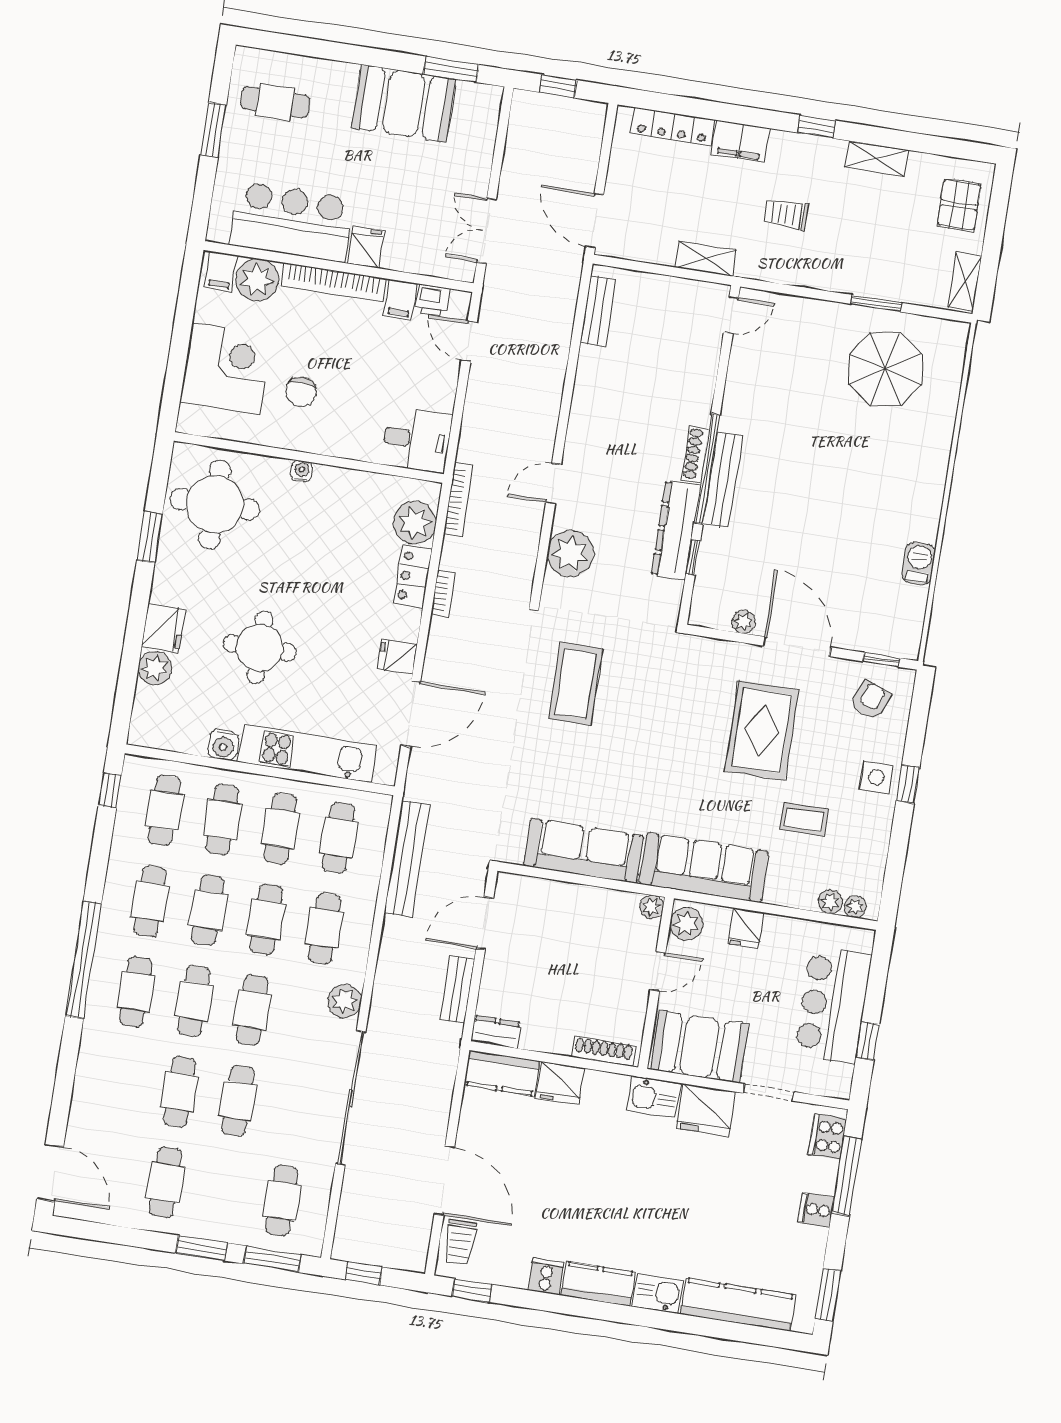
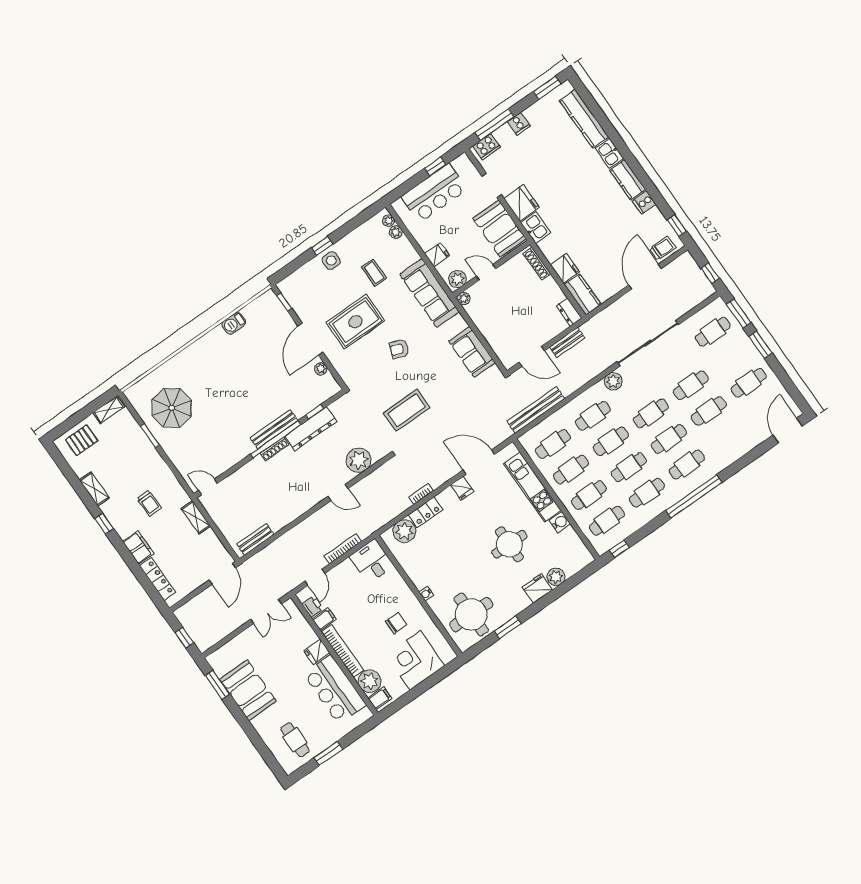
bookcase: (458, 500) -> (343, 549), moved
armchair: (870, 700) -> (399, 349), moved
sofa: (584, 851) -> (472, 352), width x0.73

